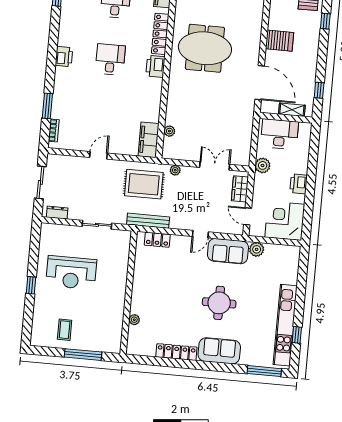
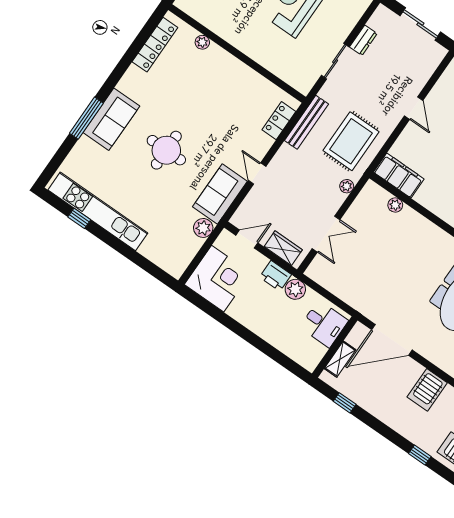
desk: (279, 134) -> (324, 324), width x0.73
printer: (299, 184) -> (275, 276), moved, turned 180
dresser: (57, 213) -> (363, 40), moved
locker: (176, 352) -> (155, 45), moved
window: (264, 371) -> (86, 118), moved

